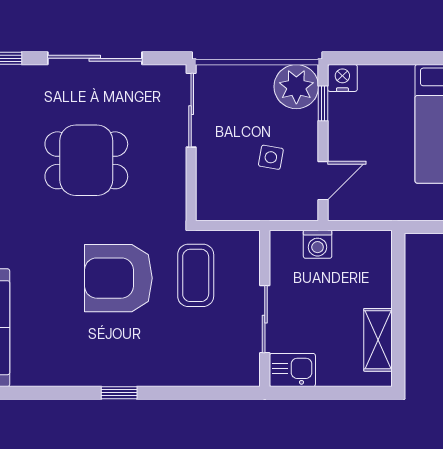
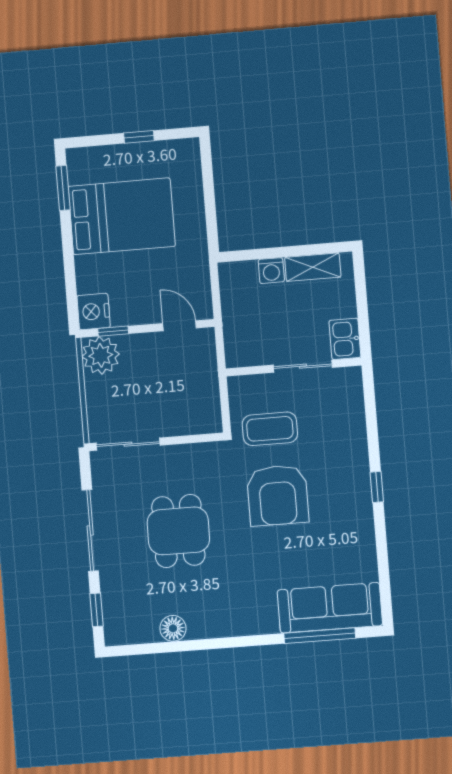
nightstand: (342, 78) -> (94, 312), width x1.36, depth x1.33
side table: (271, 157) -> (163, 372), removed
washing machine: (318, 244) -> (271, 271), moved, turned 90

